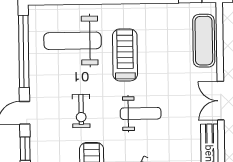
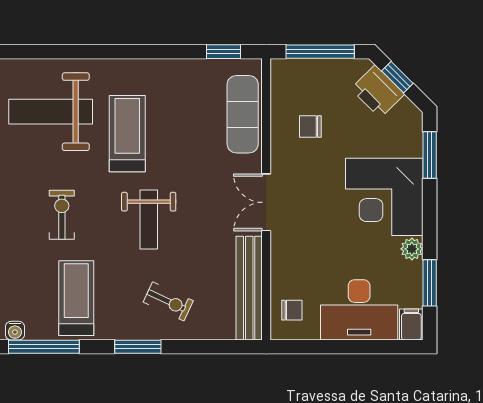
exercise bike: (81, 111) -> (62, 215), turned 180
weight bench: (141, 113) -> (149, 219), turned 90

